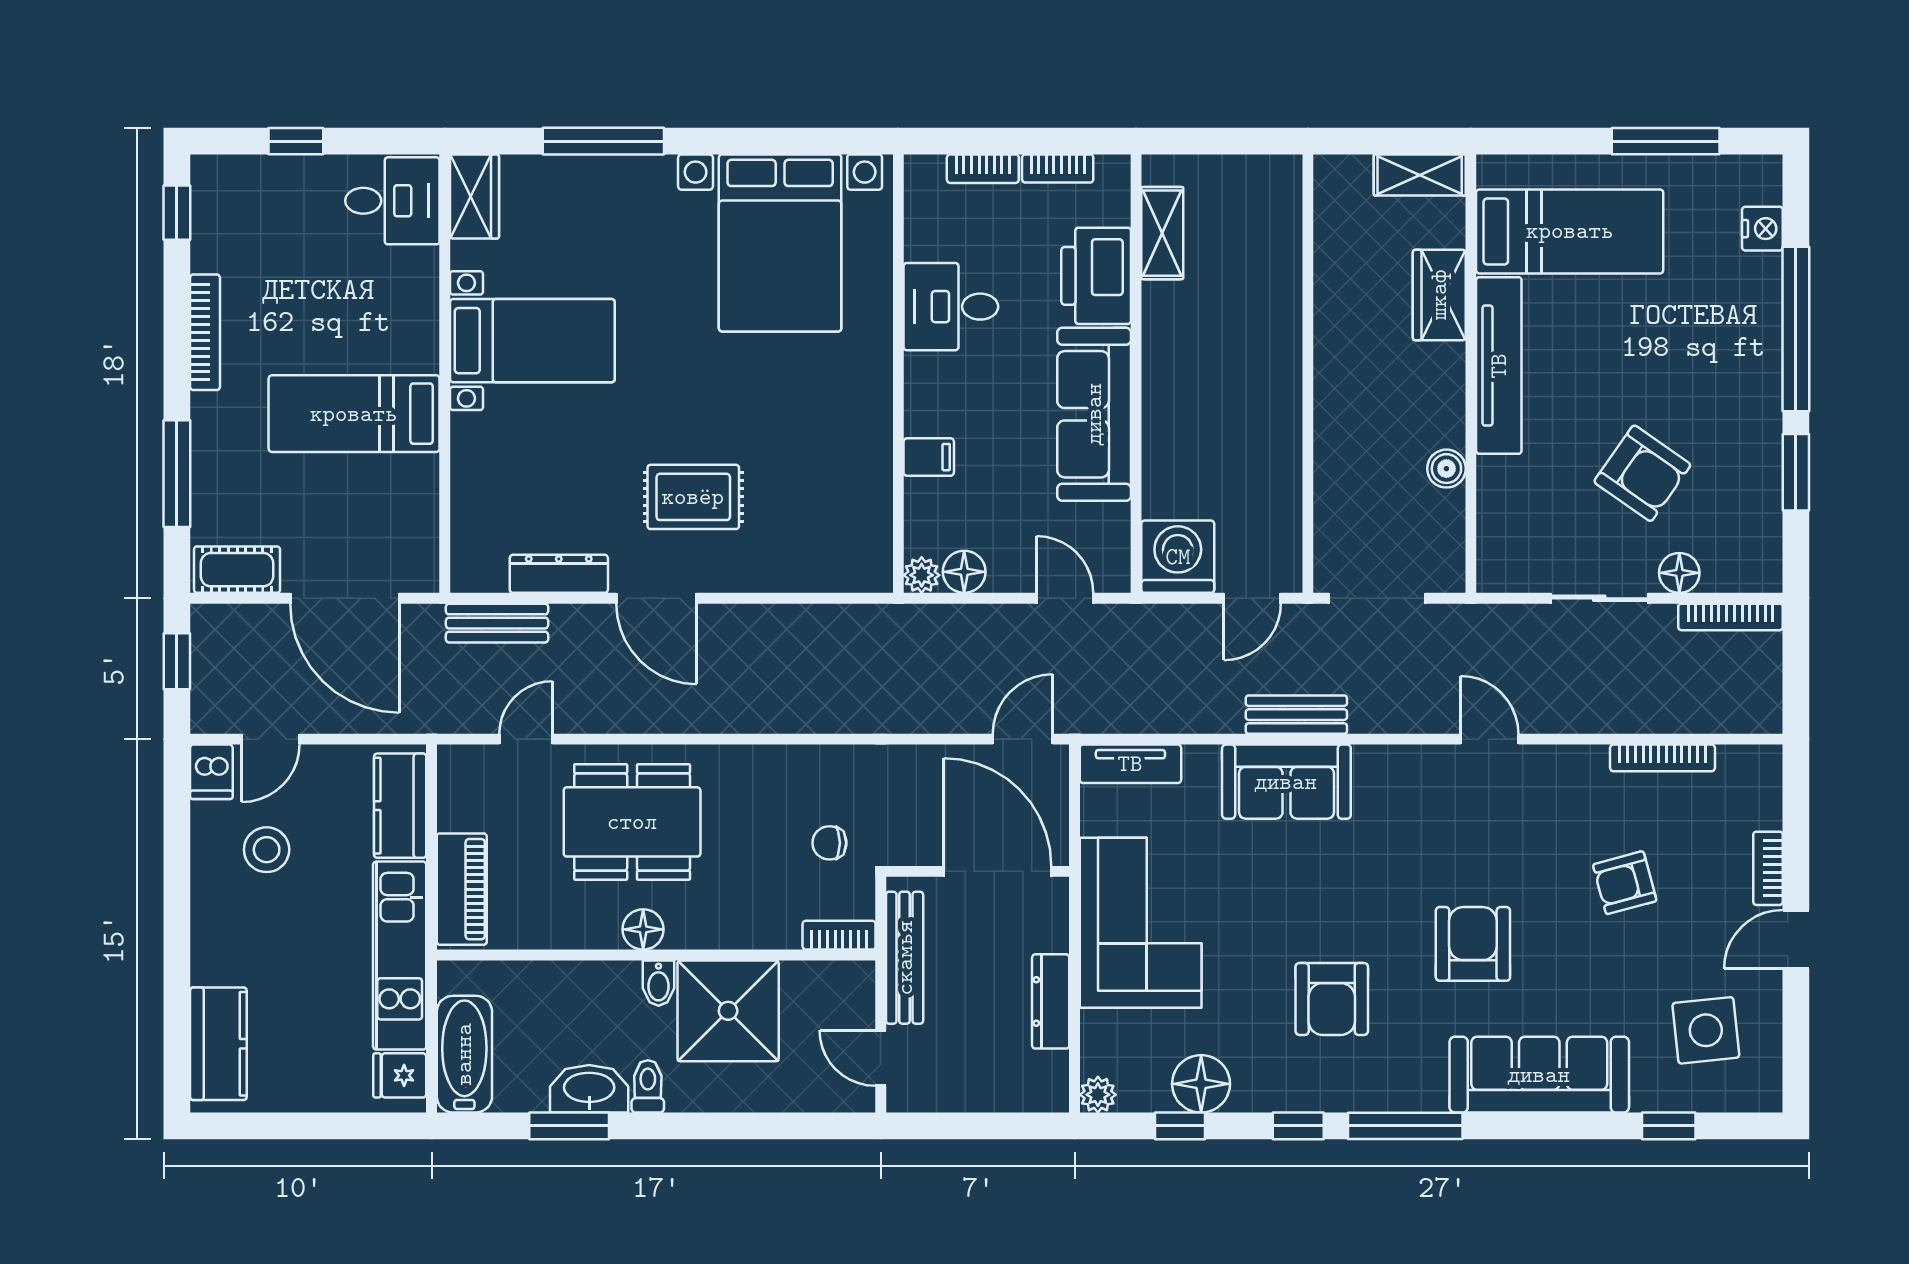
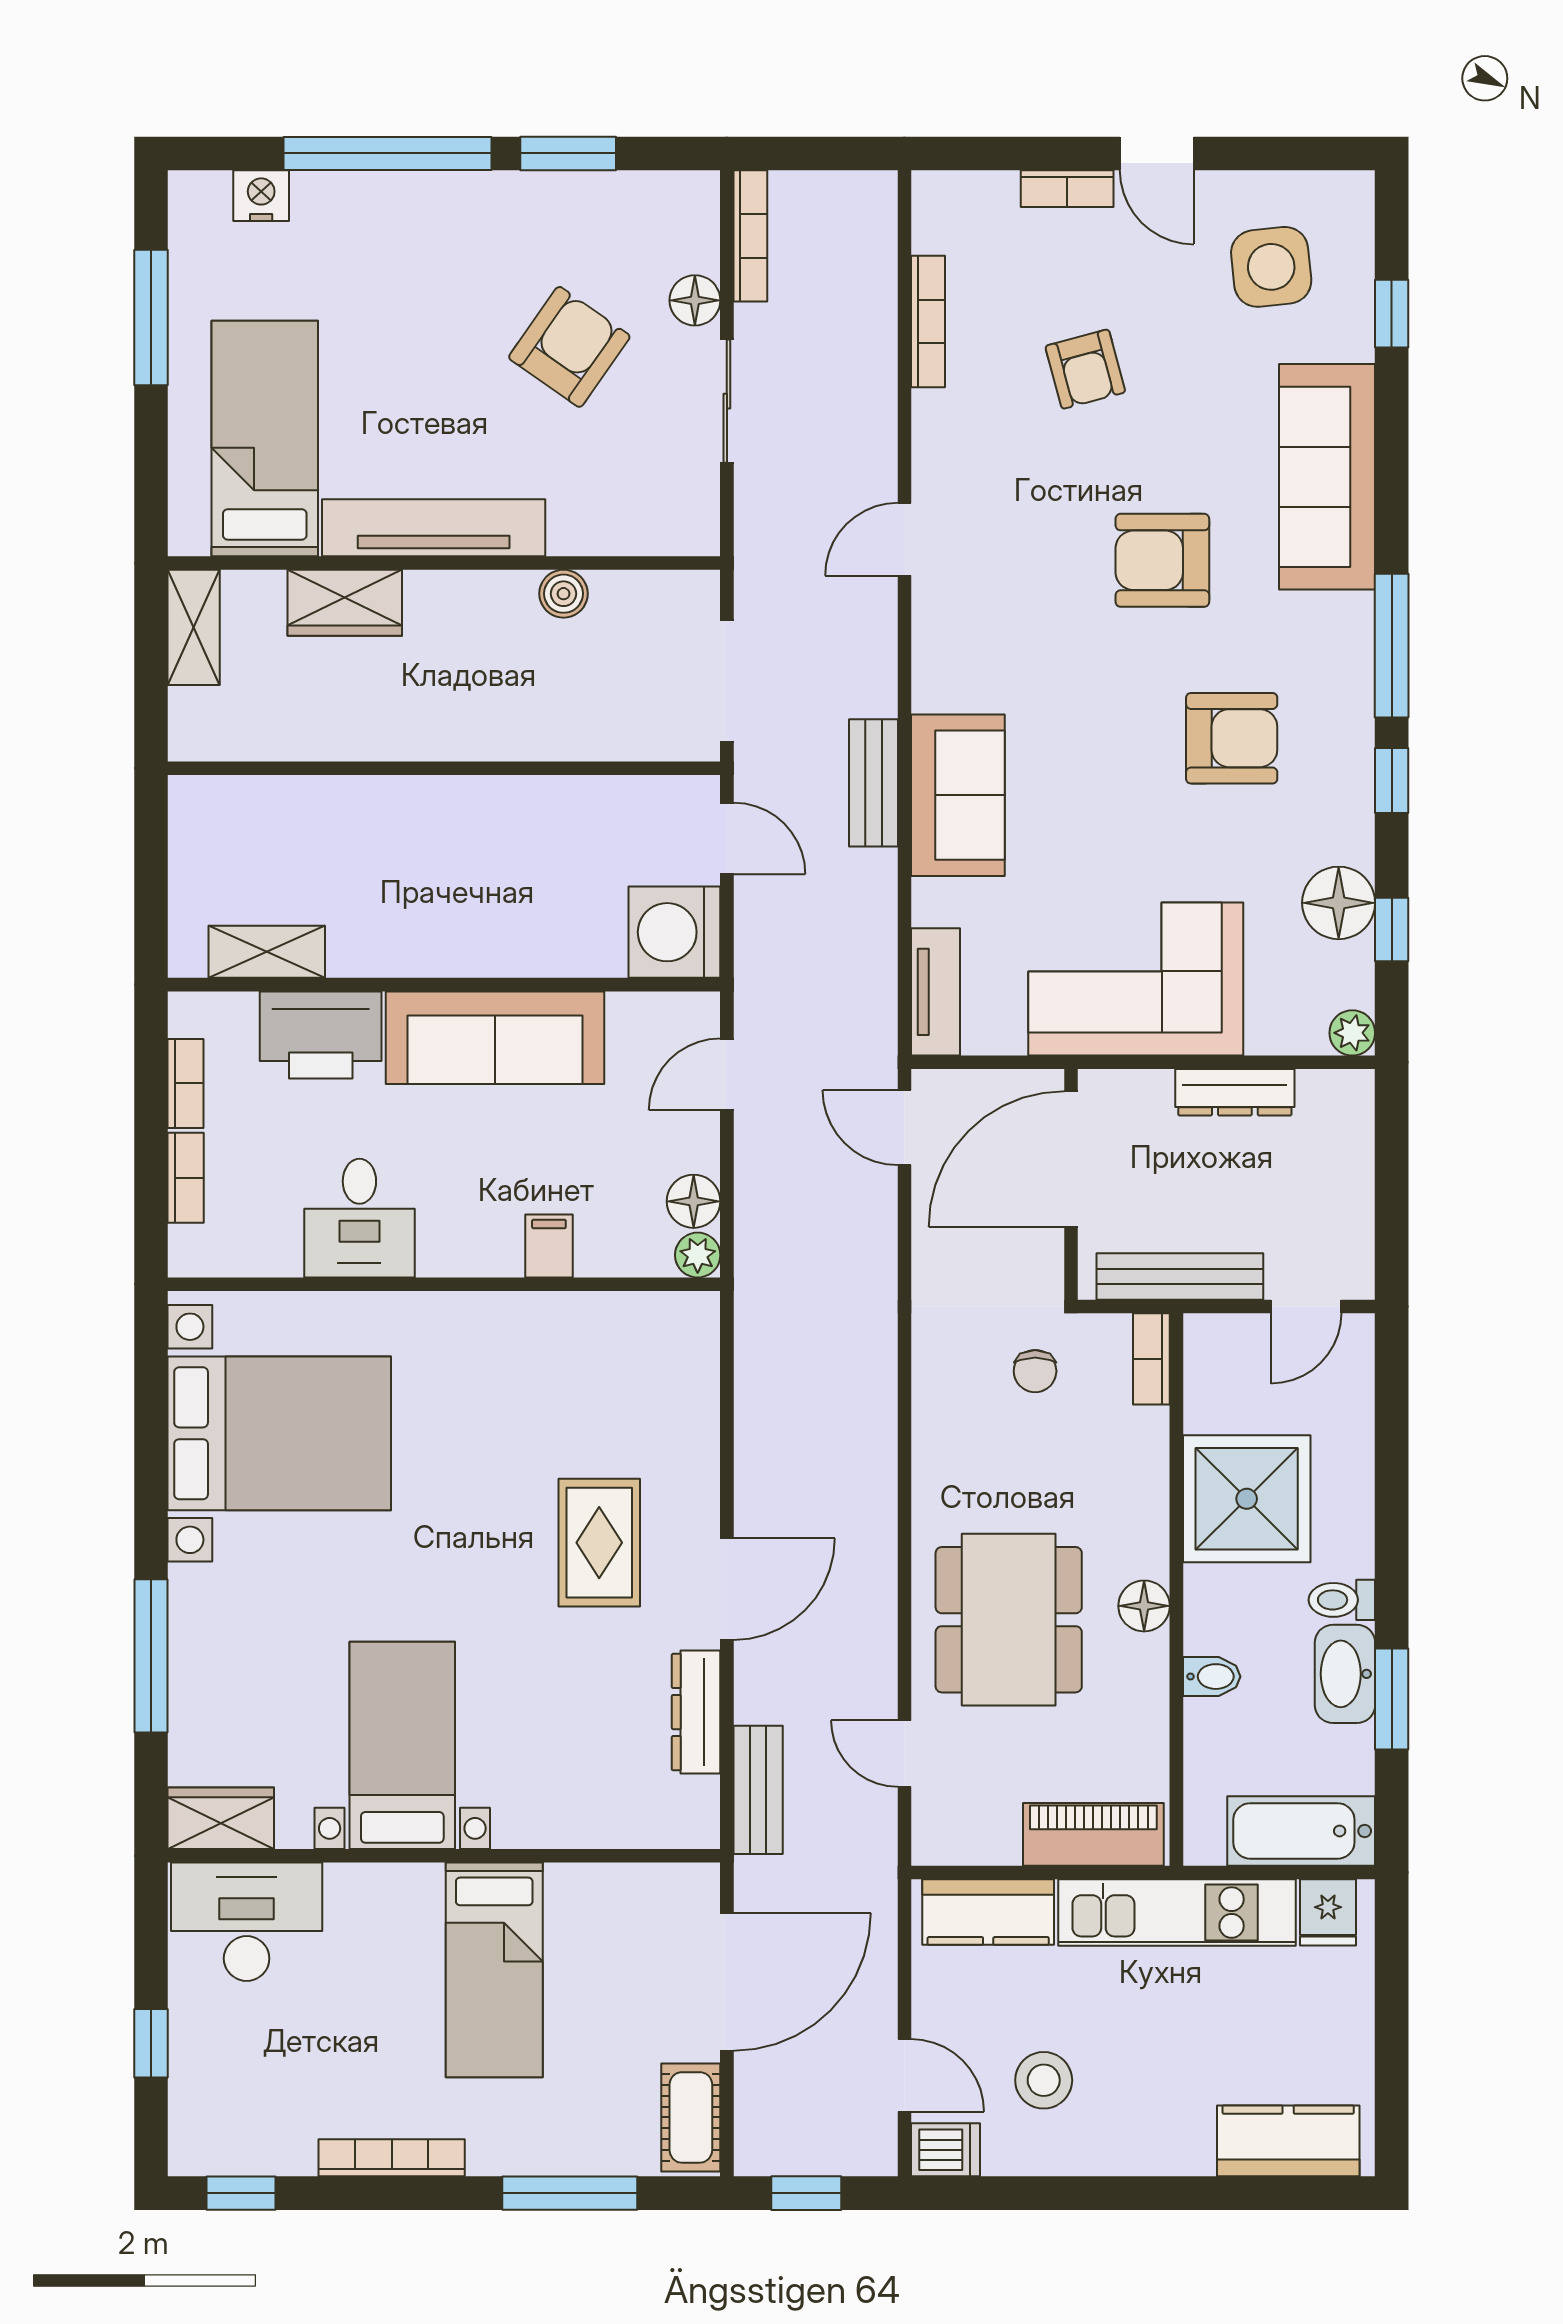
desk: (392, 201) -> (247, 1922), width x1.37
bidet: (659, 983) -> (1212, 1677), moved

